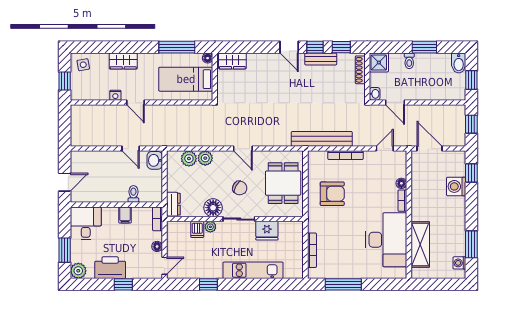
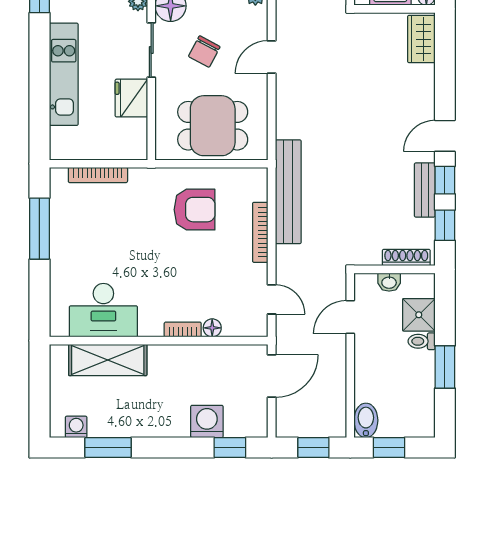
shower: (379, 63) -> (419, 315), moved
bidet: (459, 63) -> (366, 420), moved, turned 90
washbasin: (375, 94) -> (389, 282), moved
armchair: (332, 194) -> (195, 210), turned -90
desk: (386, 240) -> (103, 310), width x0.73, depth x0.77

